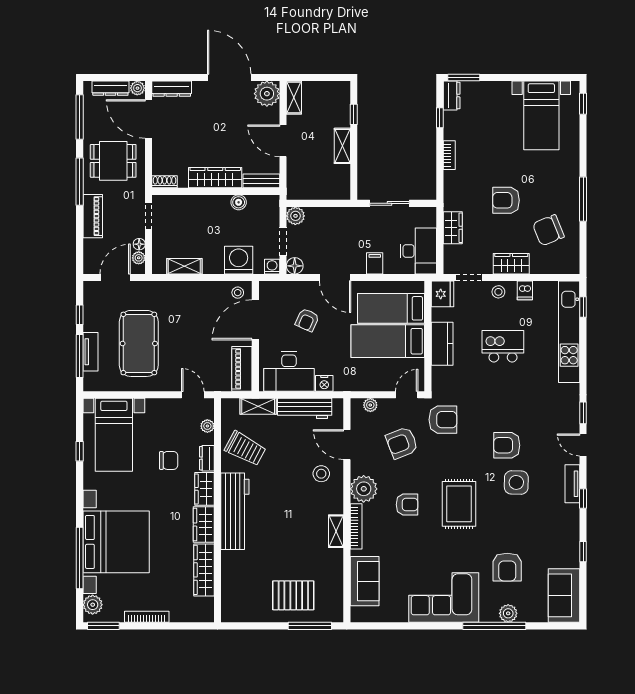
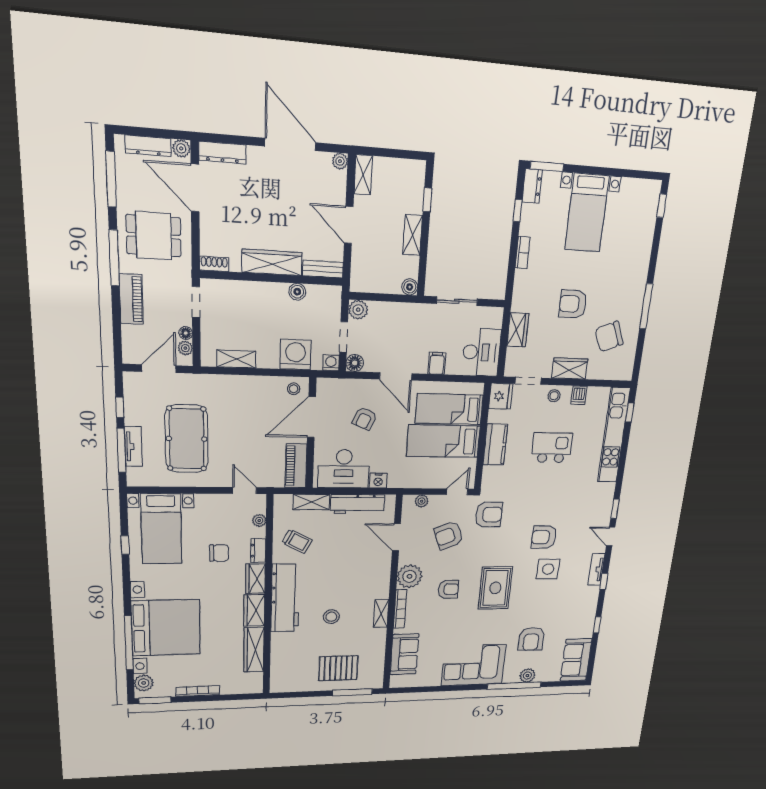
plant: (267, 94) -> (340, 161), width x0.53, depth x0.53
bed with nightstands: (541, 115) -> (587, 213), moved
boiler: (343, 193) -> (410, 287), added
trolley: (245, 449) -> (297, 541), width x0.73, depth x0.72
stool: (321, 474) -> (331, 617), moved

